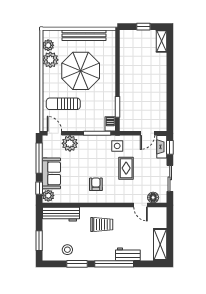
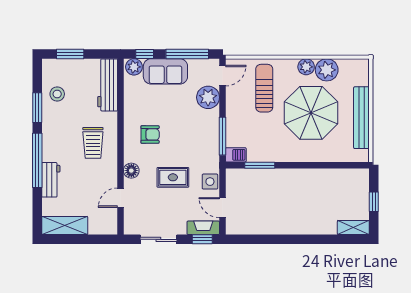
plant: (48, 45) -> (306, 67), moved
side table: (117, 146) -> (210, 182), moved
floor lamp: (153, 197) -> (131, 171), moved

